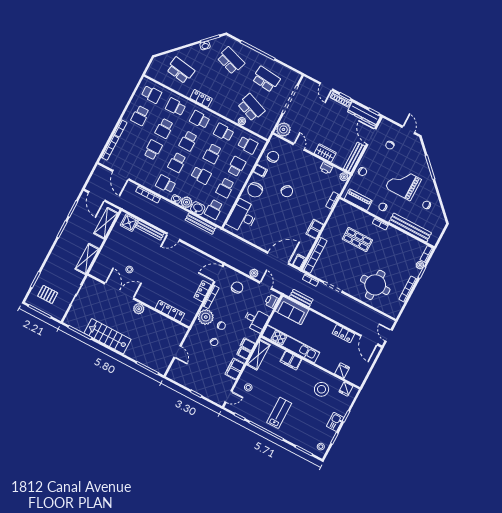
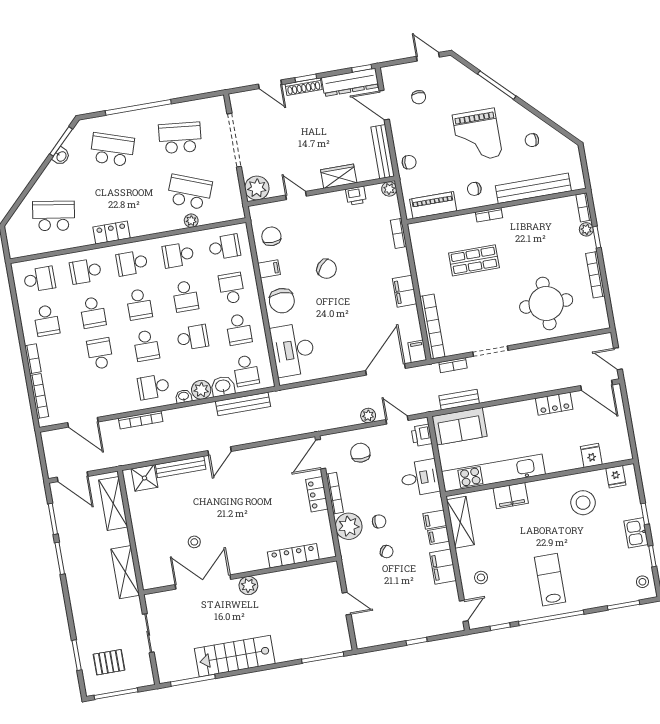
grand piano: (403, 184) -> (477, 136), turned -90

